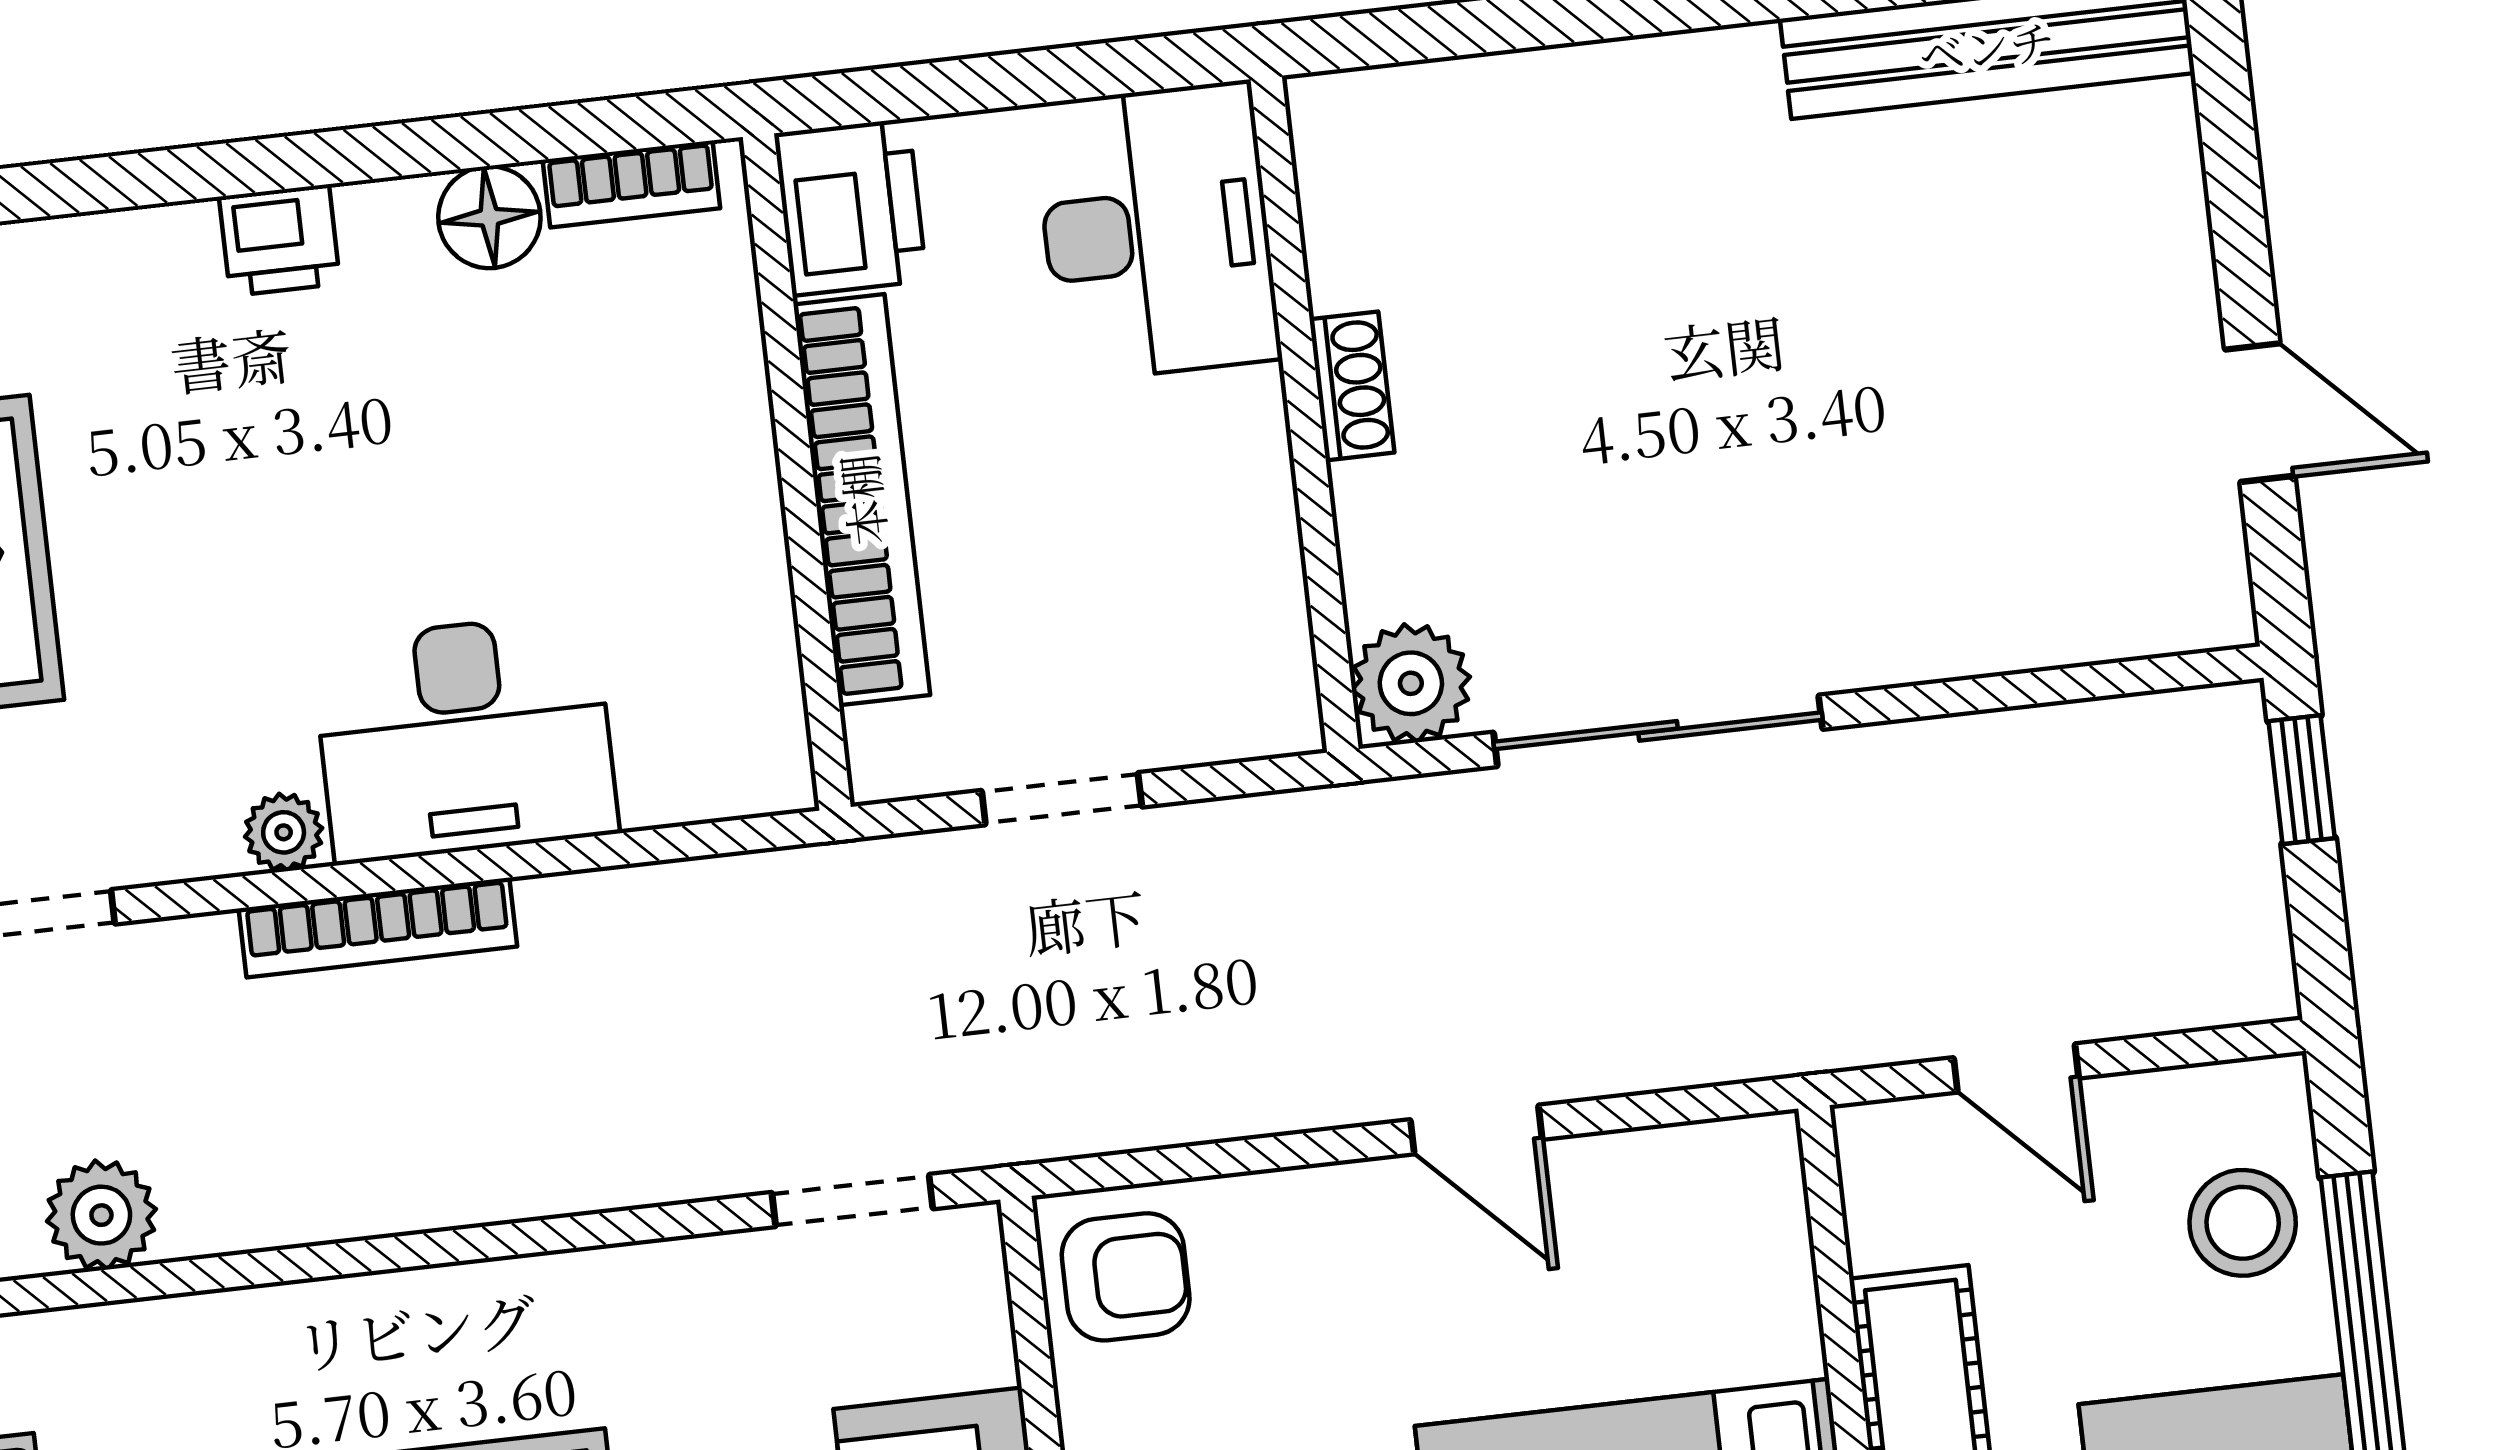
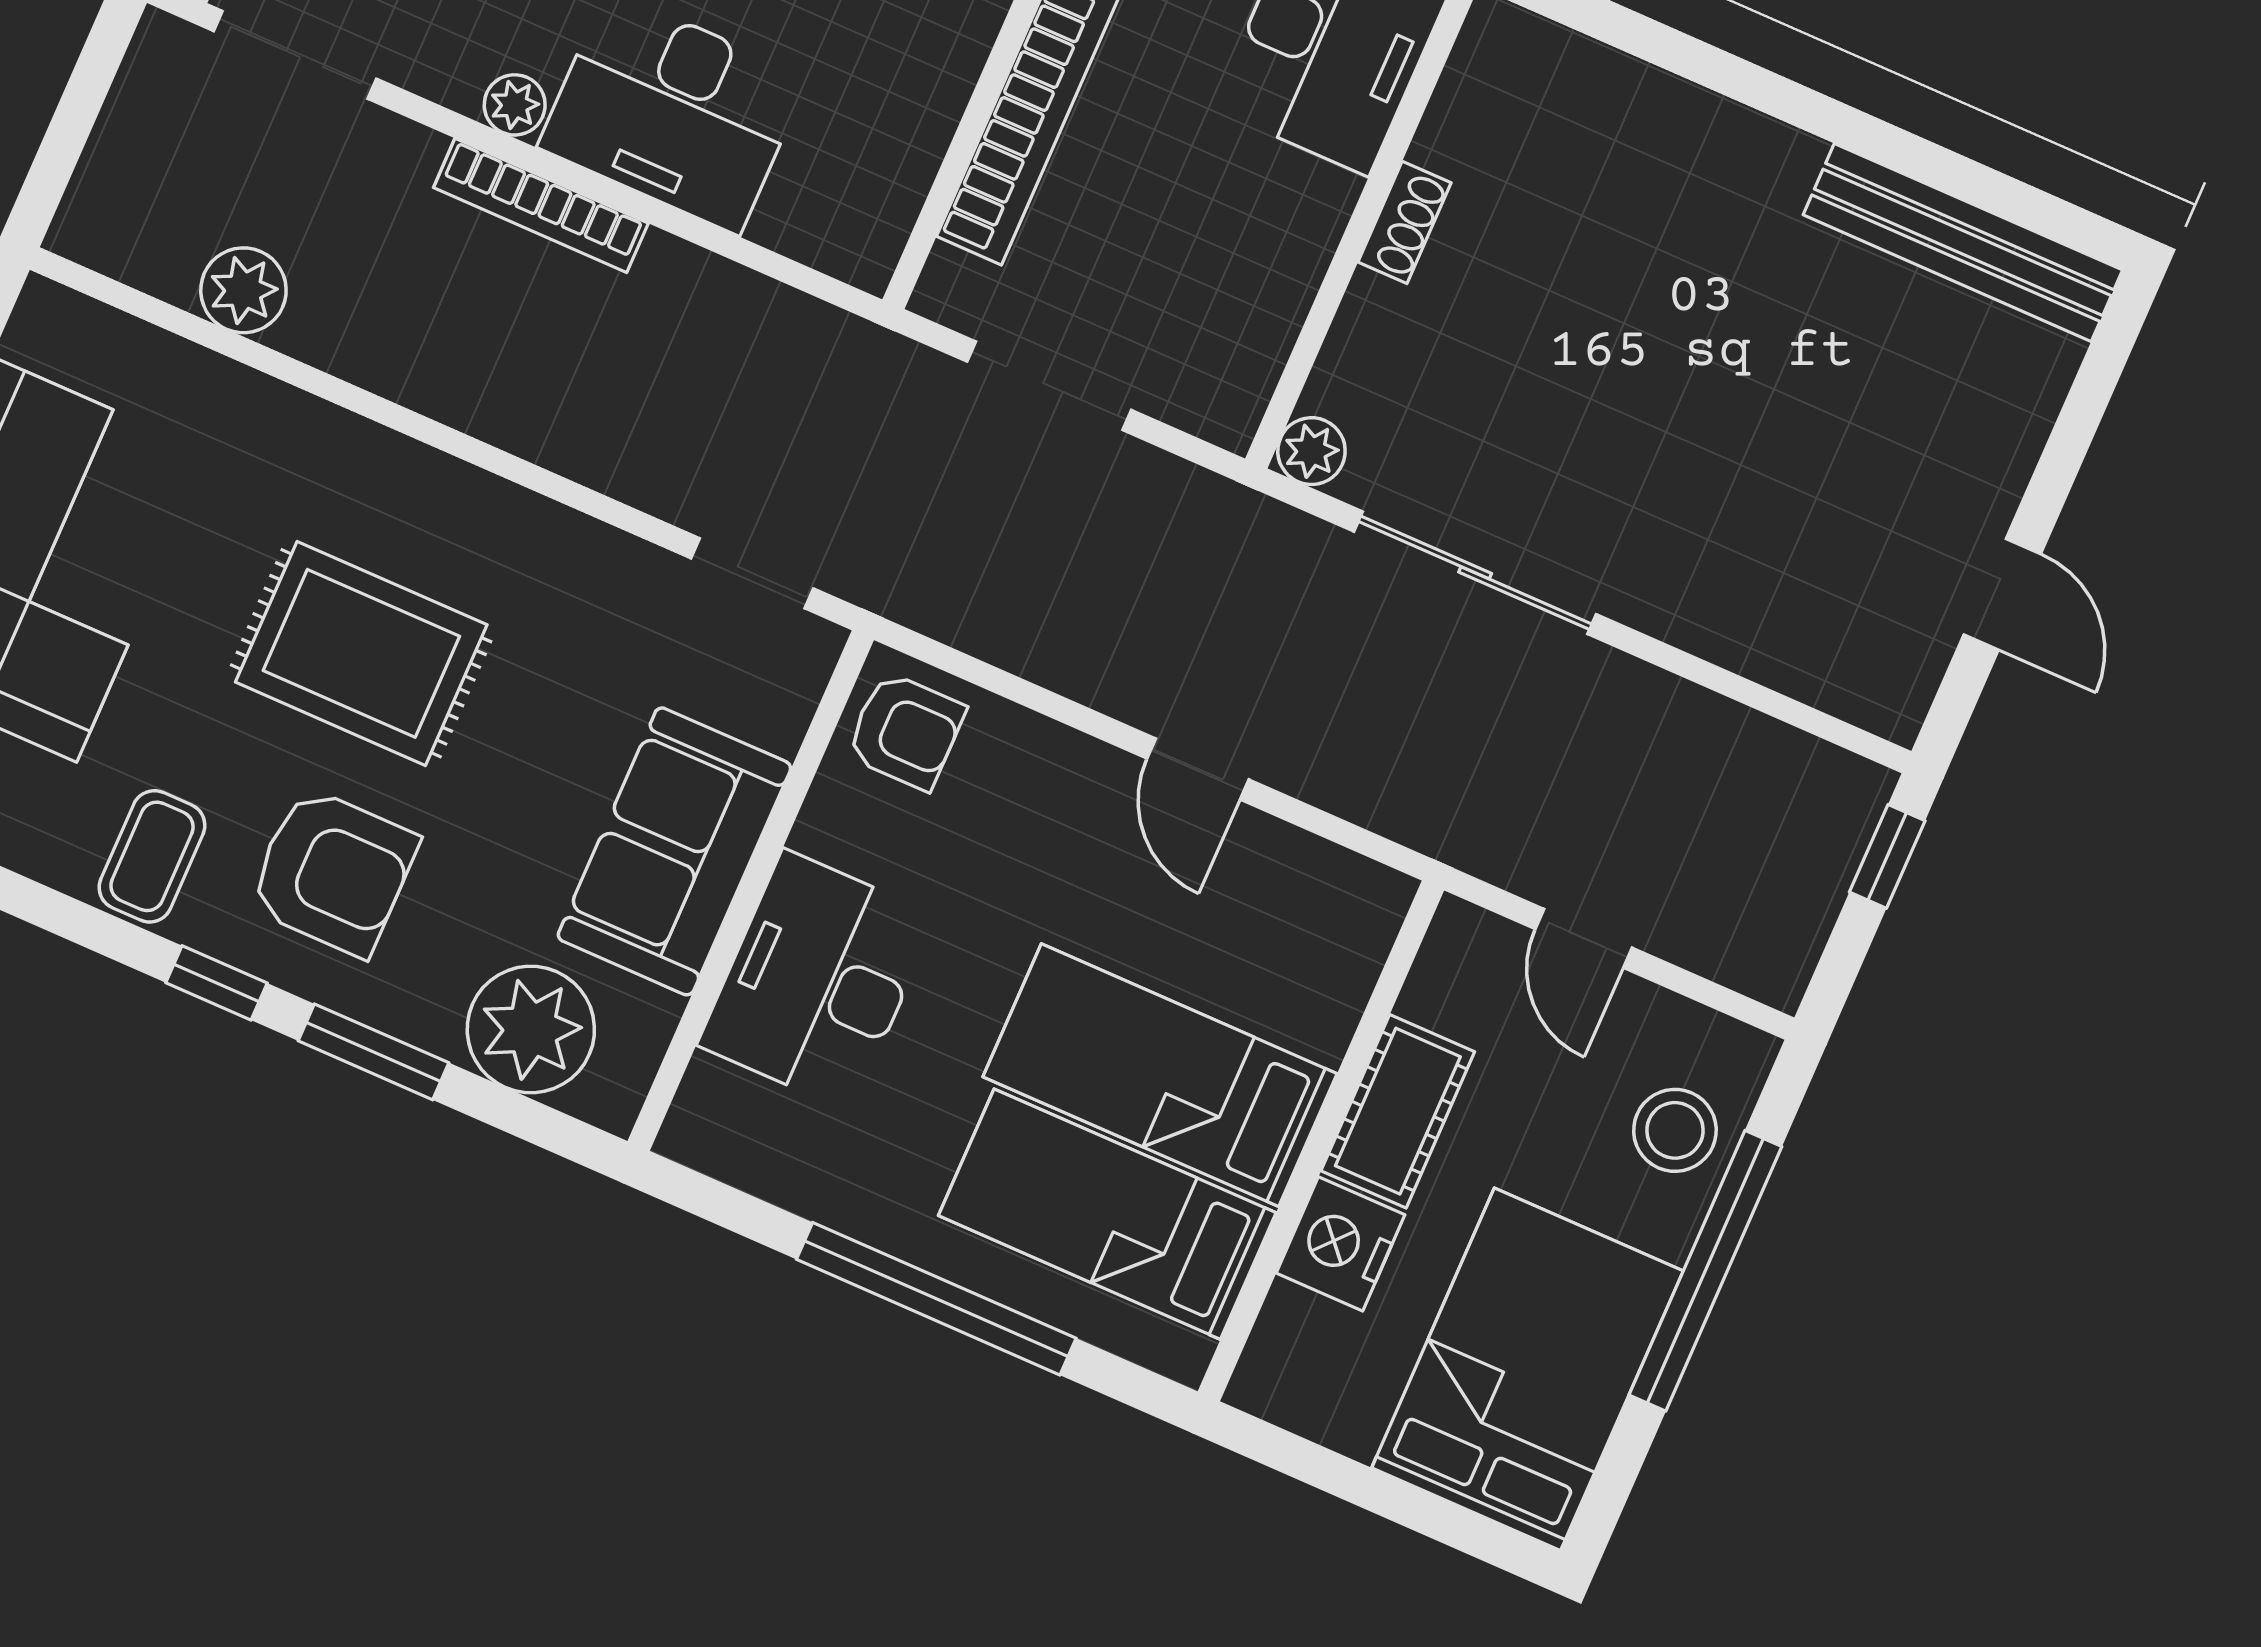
plant: (1411, 683) -> (1311, 451), width x0.73, depth x0.73
doorway: (1062, 799) -> (1049, 386), width x1.38

